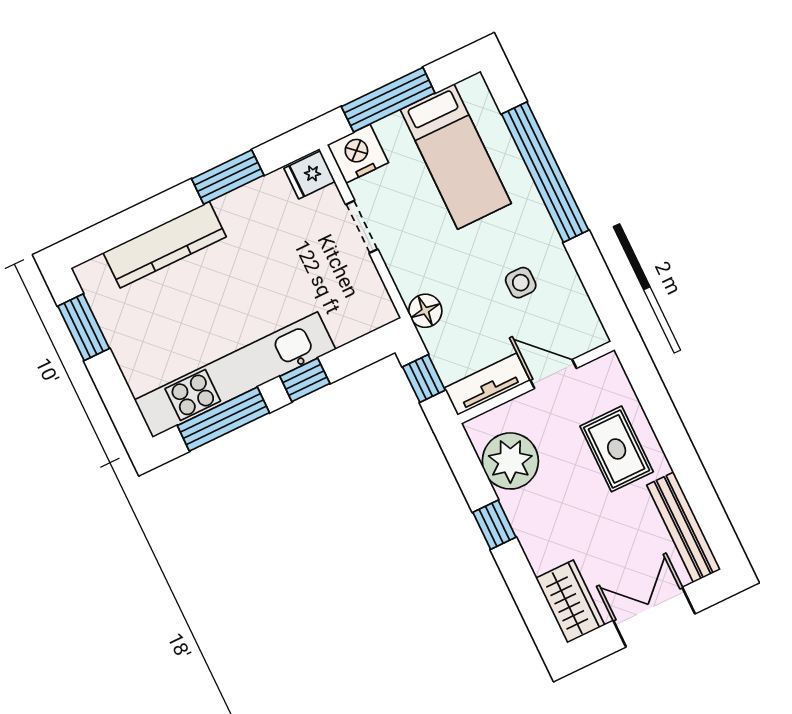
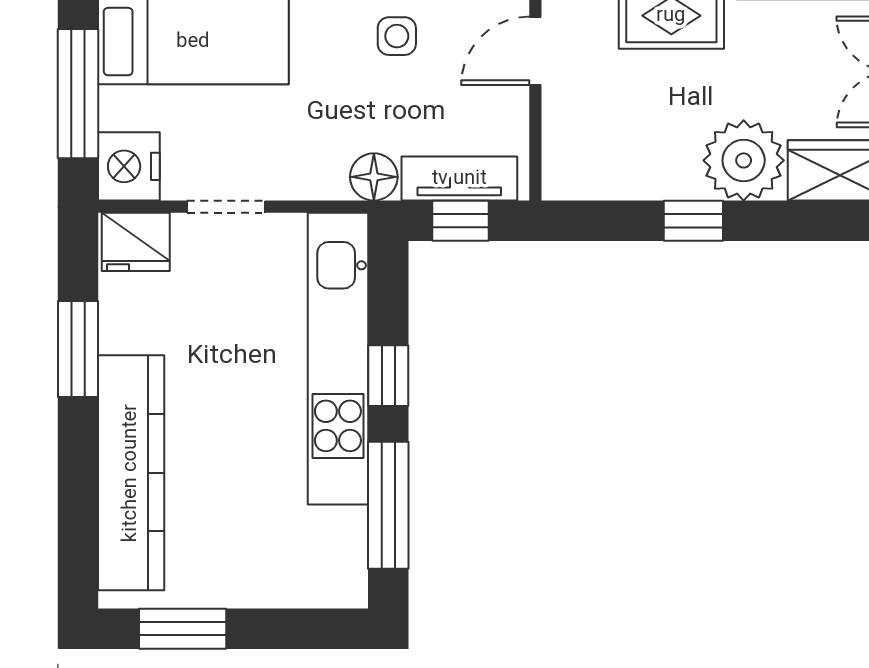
fridge: (310, 175) -> (136, 242), width x1.38
kitchen counter: (165, 245) -> (131, 473), width x1.39, depth x1.17
kitchen unit: (235, 375) -> (338, 359), moved
tv unit: (487, 384) -> (459, 179), moved, turned 90
plant: (510, 461) -> (744, 160), moved

